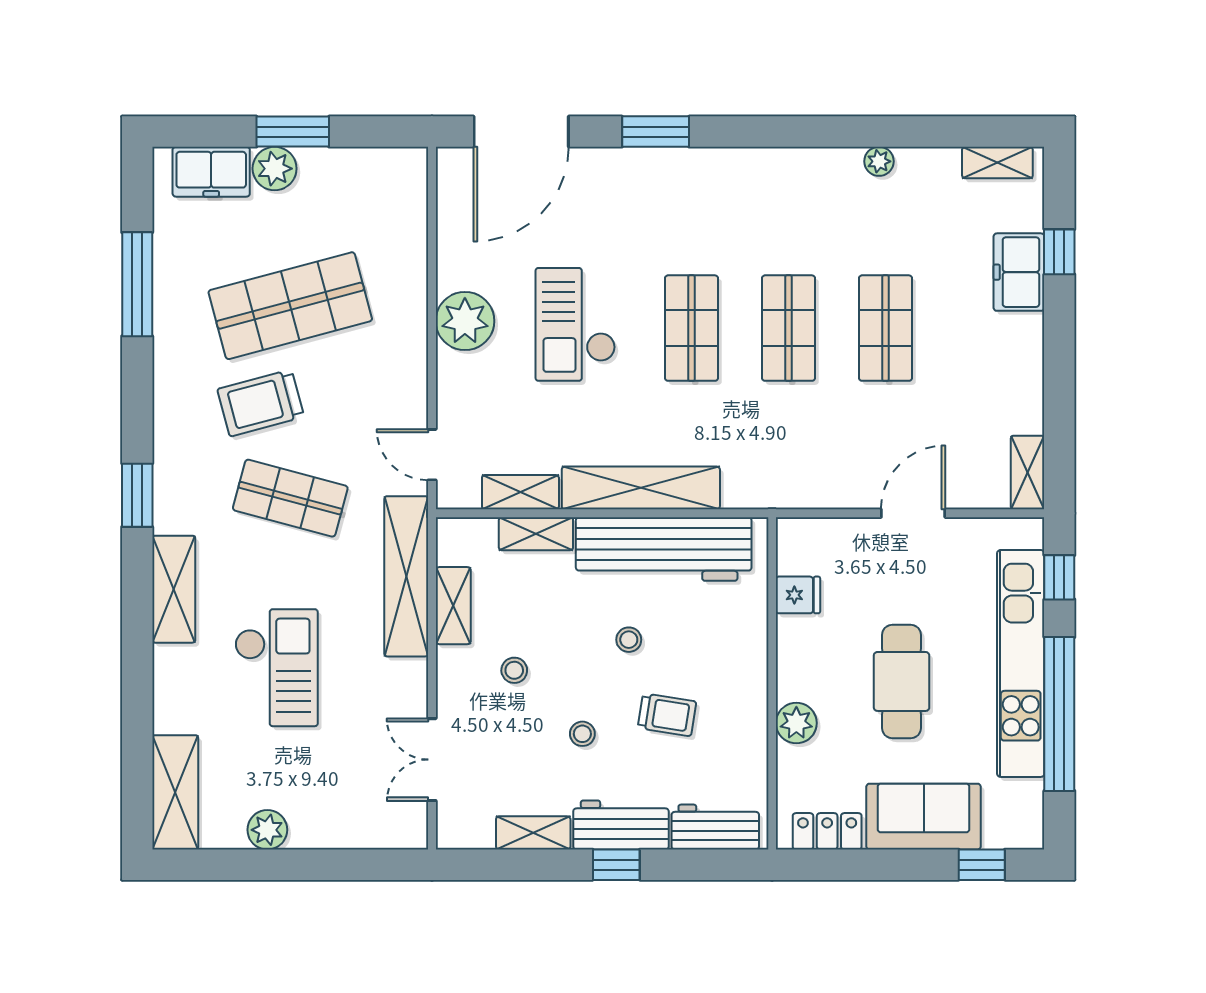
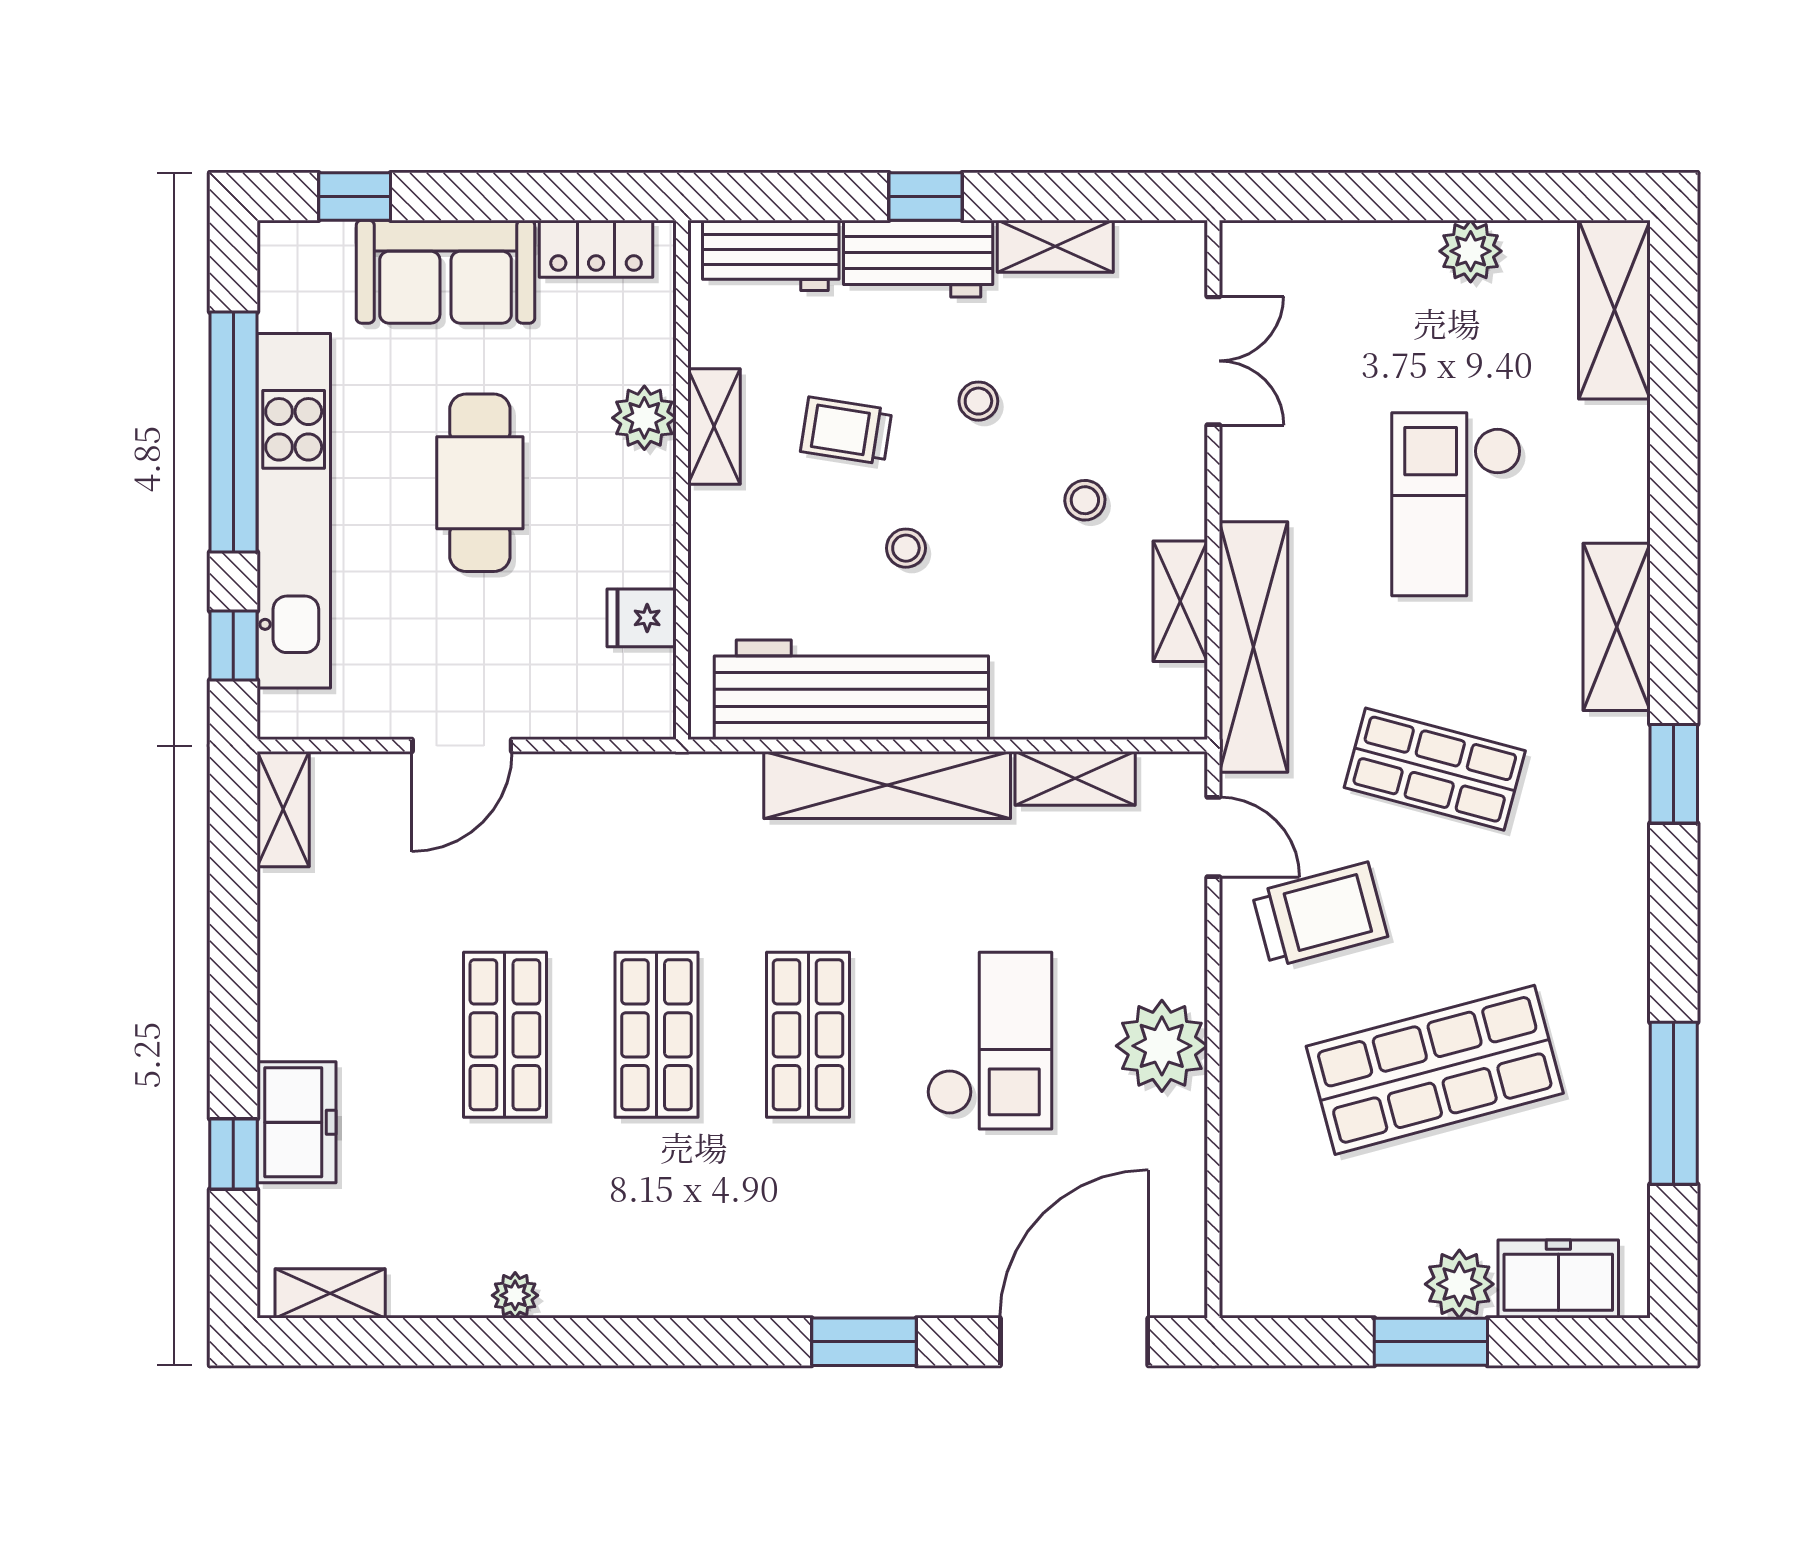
trolley: (261, 403) -> (1320, 915), moved
shelving: (536, 534) -> (714, 427), moved, turned 90

